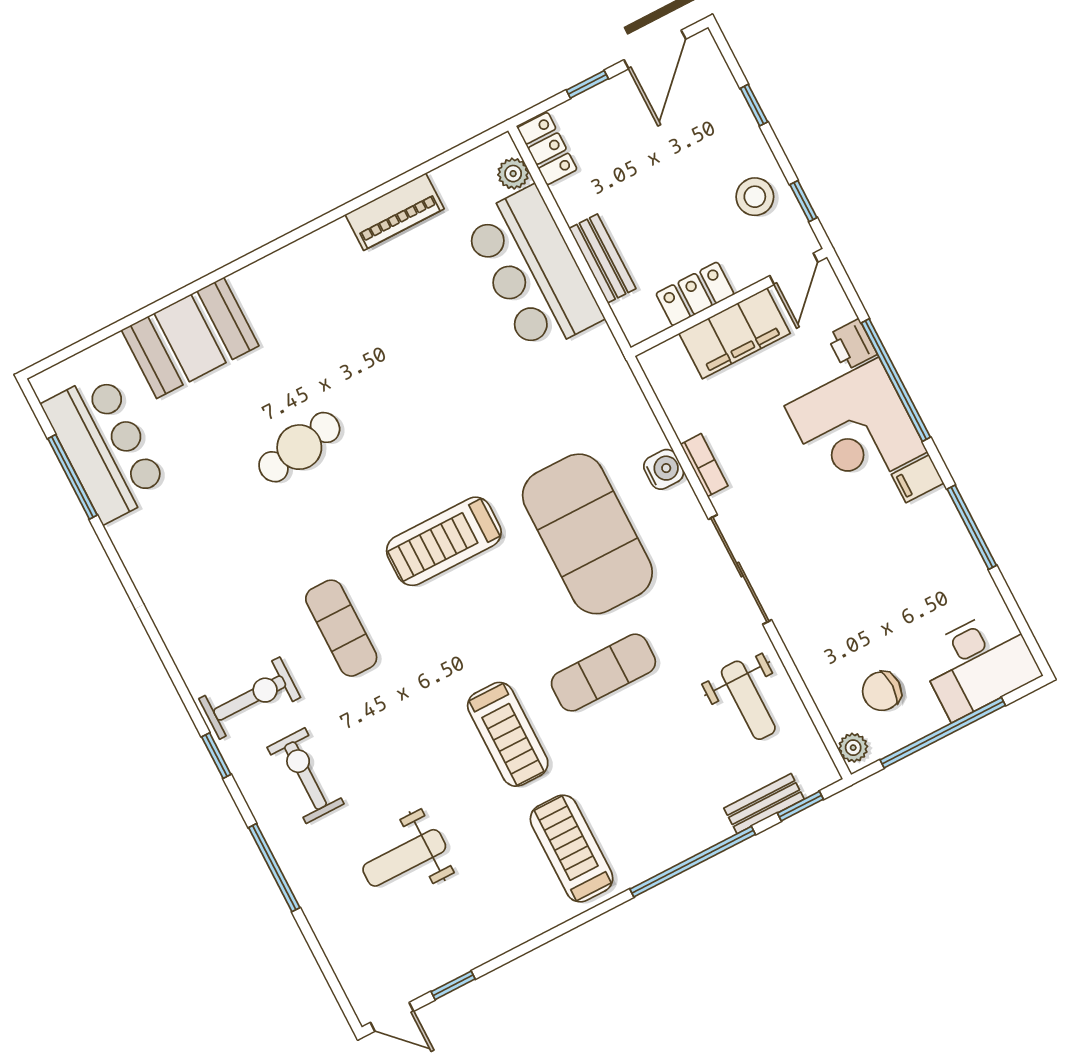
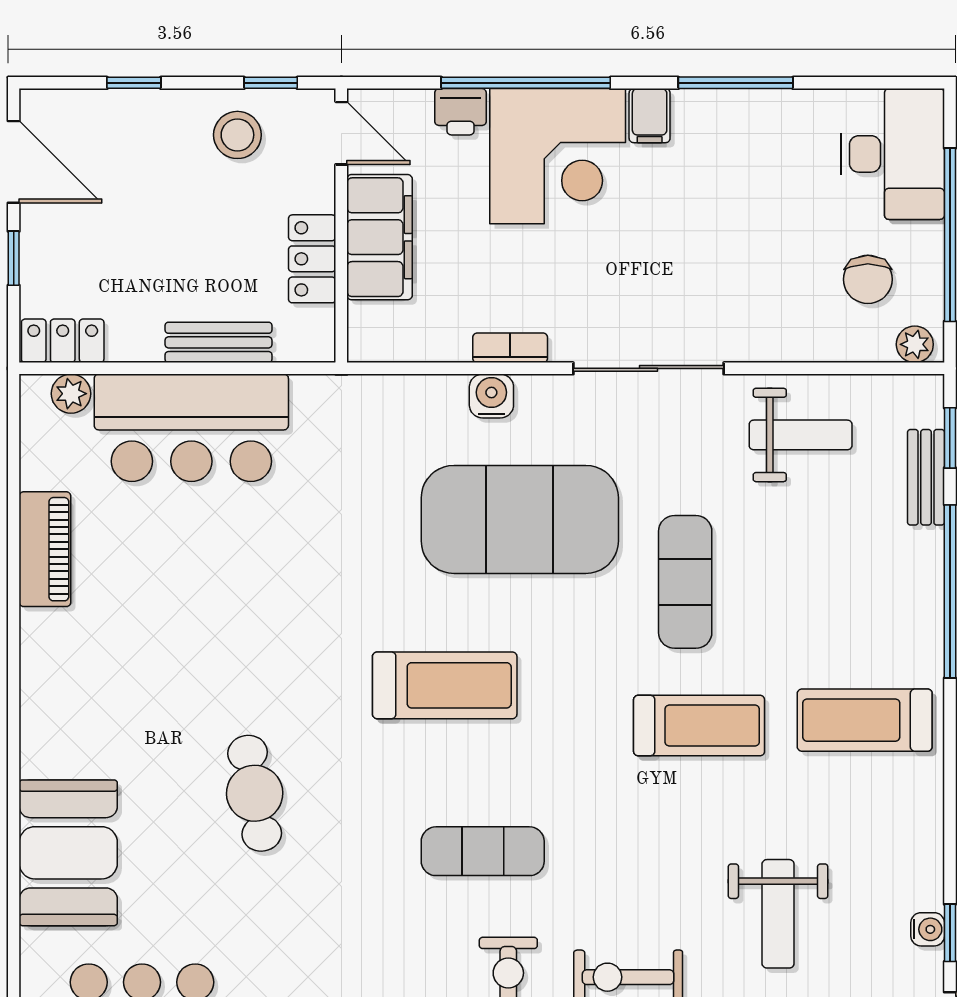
treadmill: (444, 541) -> (445, 685), turned -90
water cooler: (448, 968) -> (928, 929), added

